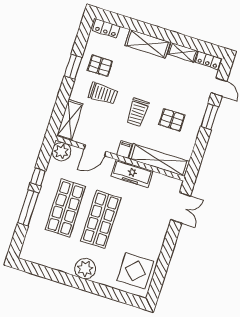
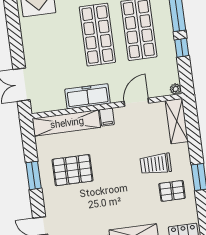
trolley: (137, 112) -> (111, 161), removed
window: (210, 117) -> (34, 175), moved
pallet: (172, 120) -> (73, 170), width x1.50, depth x1.42
plant: (61, 152) -> (176, 89), width x0.53, depth x0.53

